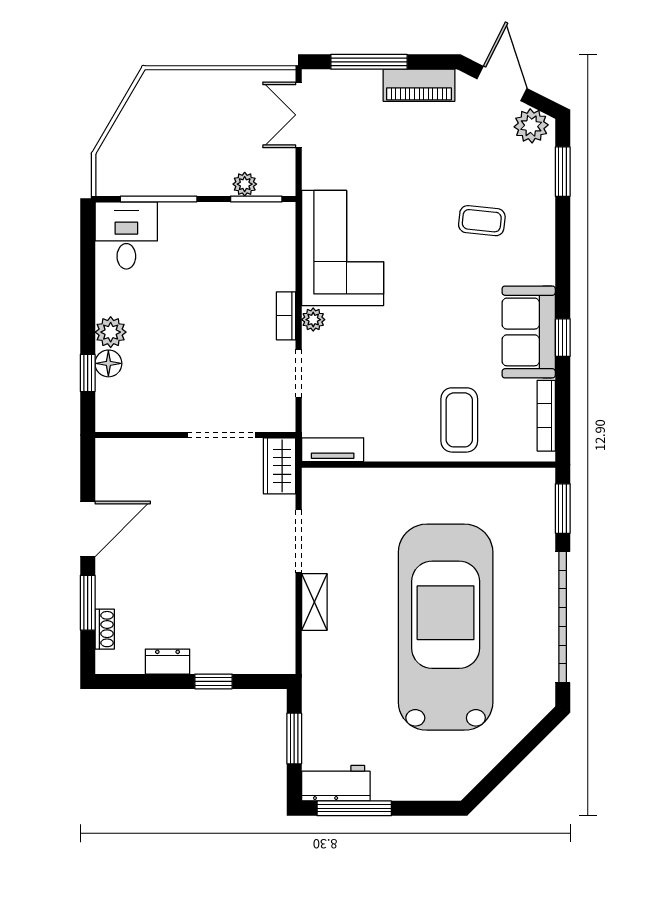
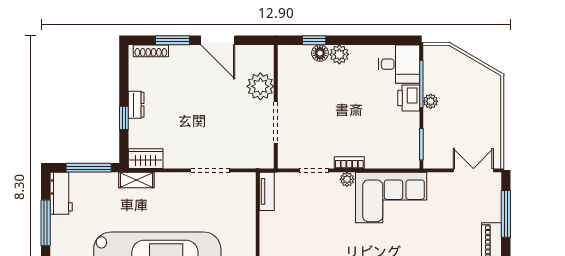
plant: (245, 184) -> (431, 101), moved
printer: (181, 220) -> (409, 98), added
plant: (162, 460) -> (260, 86), added
wardrobe: (279, 466) -> (146, 159), moved
shelving: (314, 602) -> (136, 180), moved
shoe rack: (105, 629) -> (151, 51), width x1.43
dresser: (168, 662) -> (136, 105), moved
window: (294, 738) -> (89, 168), width x1.44
window: (354, 808) -> (46, 223), moved

